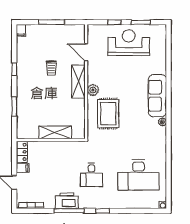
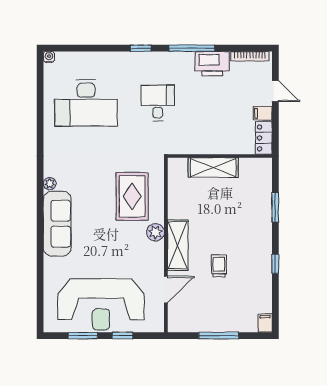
reception desk: (129, 43) -> (101, 304), width x1.36, depth x1.30
door: (86, 52) -> (166, 290), hinge flipped
desk: (138, 175) -> (86, 103), turned 180
printer: (67, 201) -> (212, 64), moved

